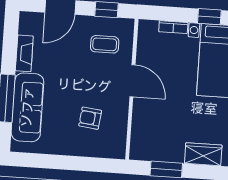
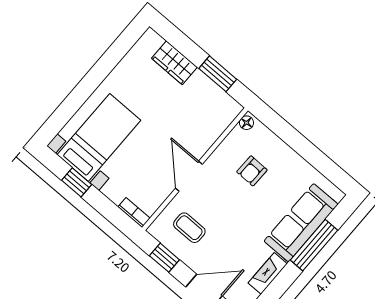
bookcase: (173, 27) -> (134, 213), moved
armchair: (90, 118) -> (252, 171), turned 84
floor lamp: (120, 150) -> (246, 123), added

